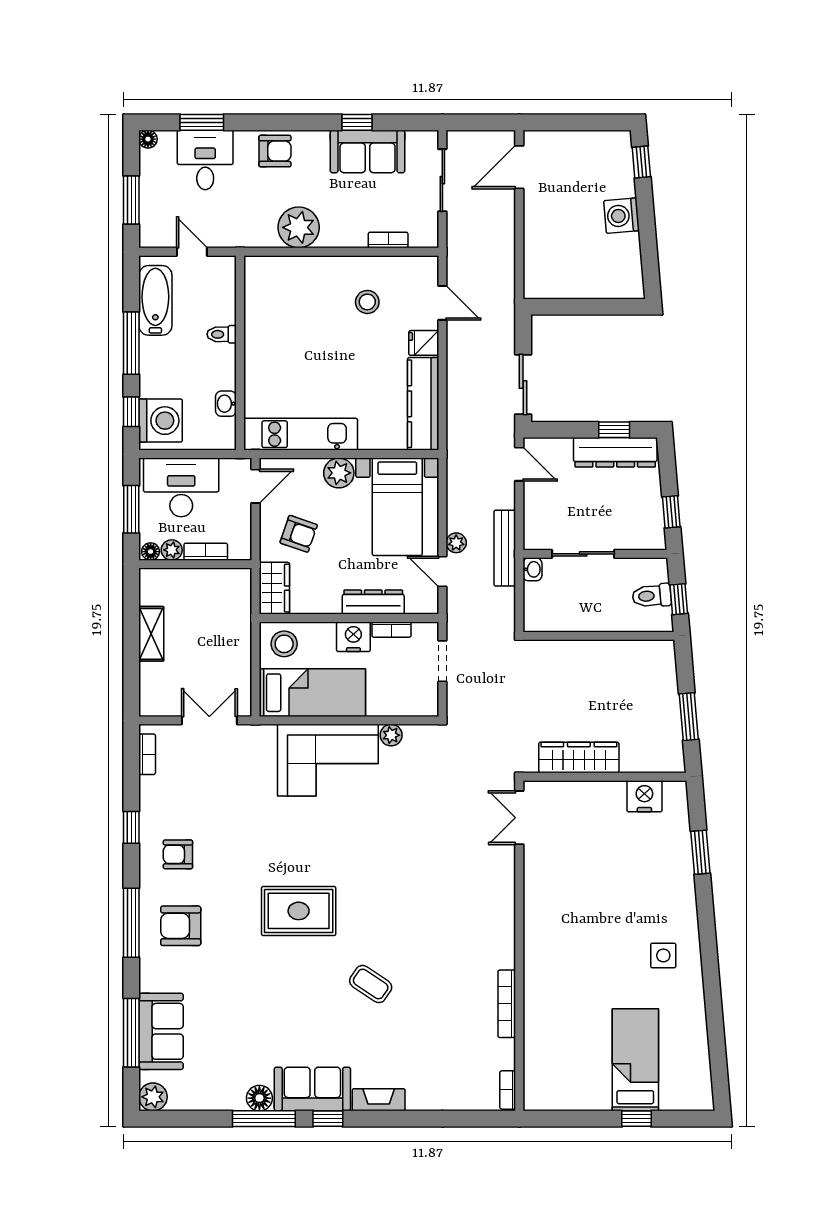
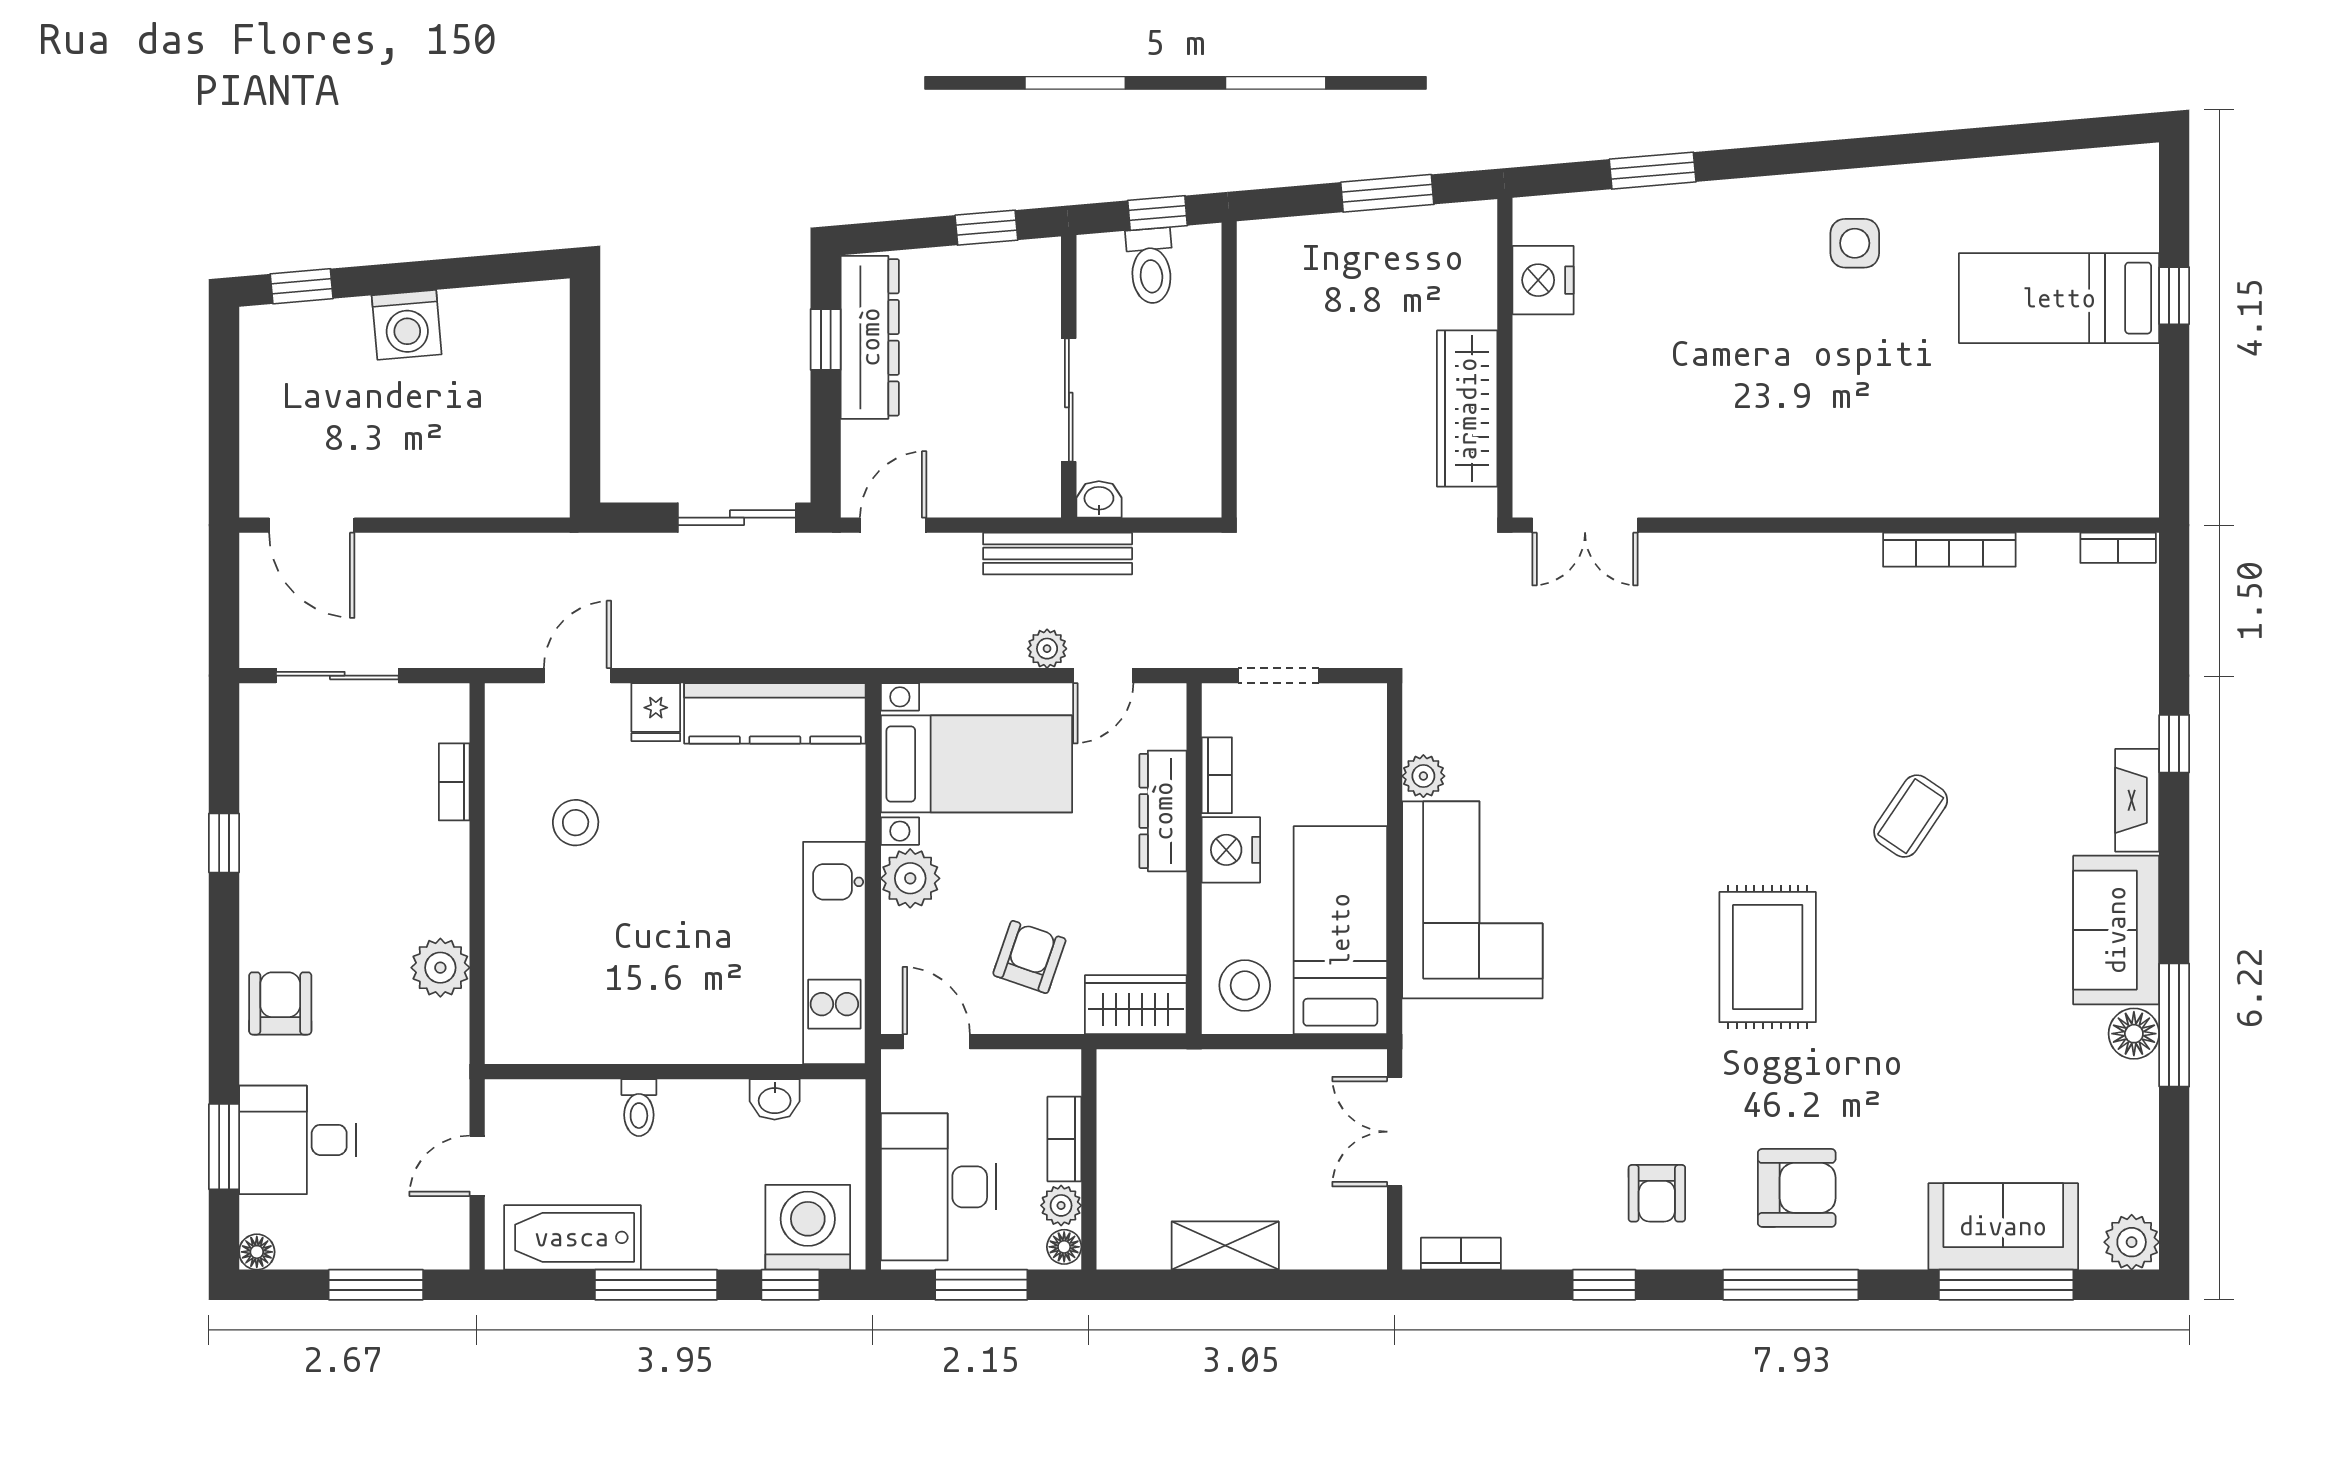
sofa: (368, 151) -> (281, 822), removed
plant: (299, 227) -> (440, 968), width x0.73, depth x0.73
armchair: (181, 926) -> (1797, 1188), turned -90
window: (328, 1119) -> (2174, 744), moved

